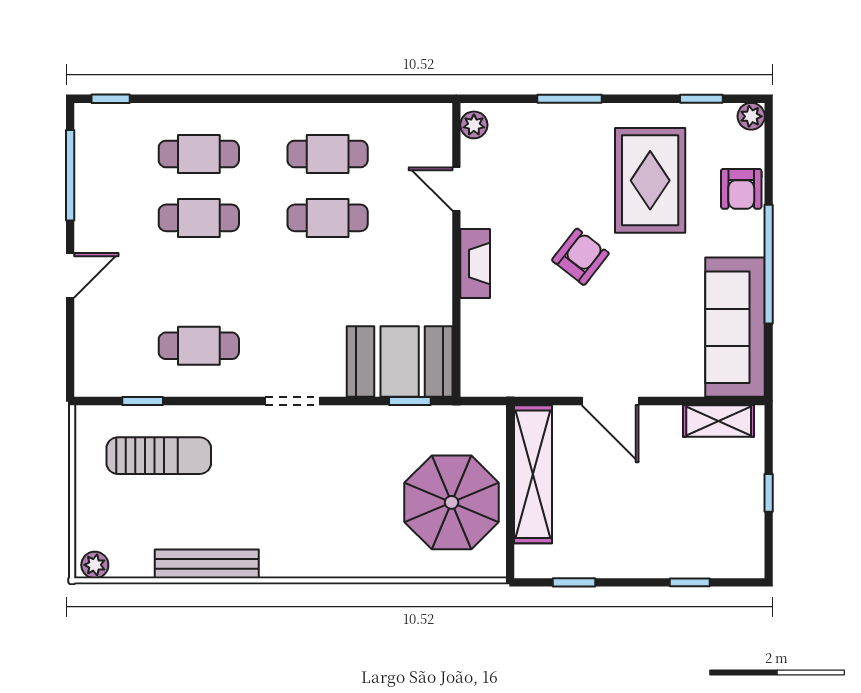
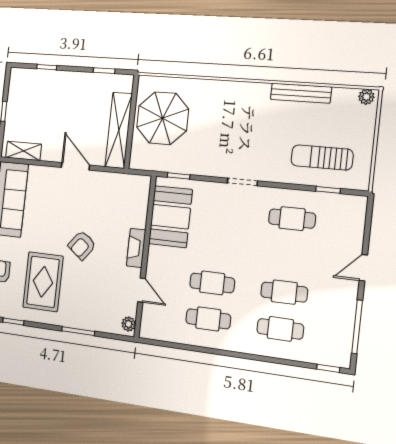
booth: (400, 362) -> (170, 217), moved, turned 90

